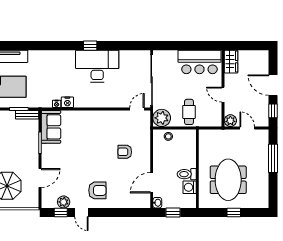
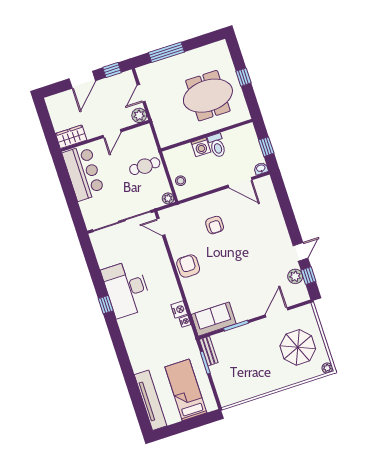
plant: (162, 118) -> (168, 198), width x0.53, depth x0.53
door: (40, 178) -> (276, 312), hinge flipped
washing machine: (190, 187) -> (201, 147), moved
armchair: (97, 190) -> (188, 266), moved

